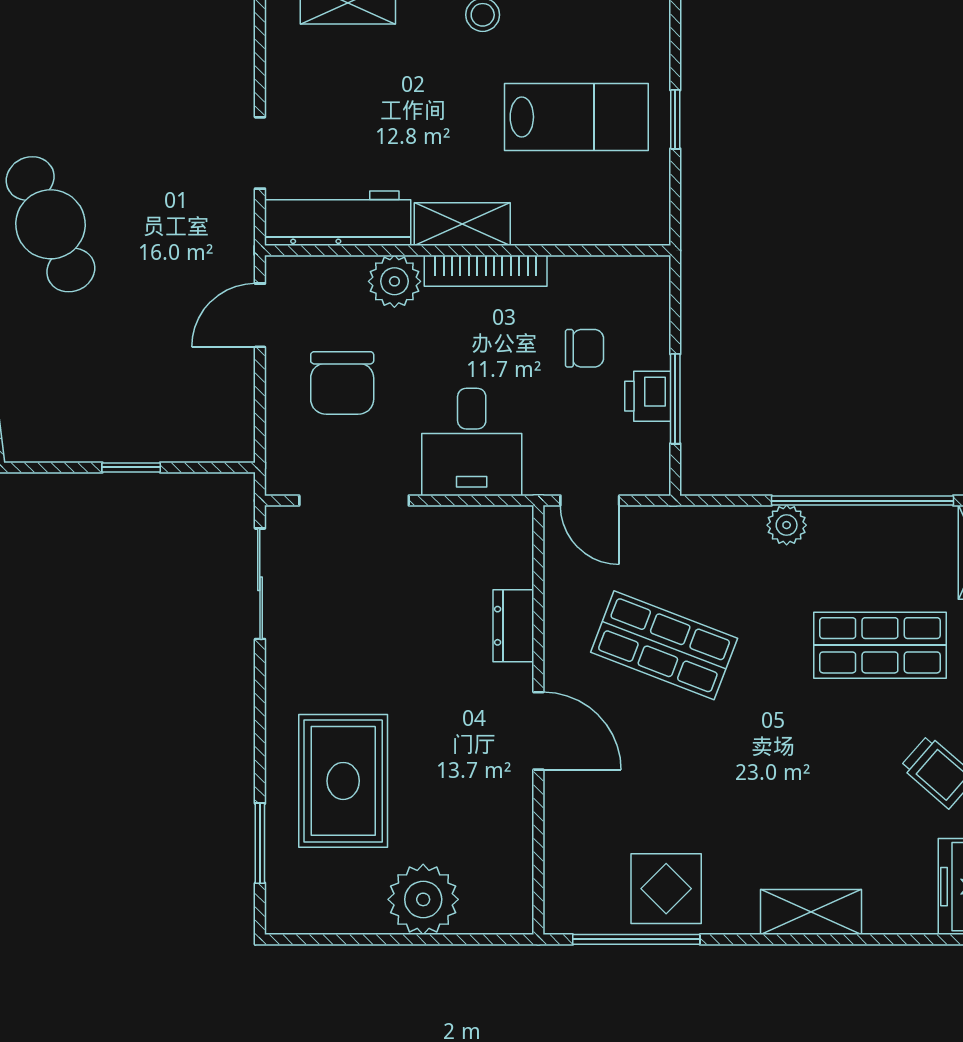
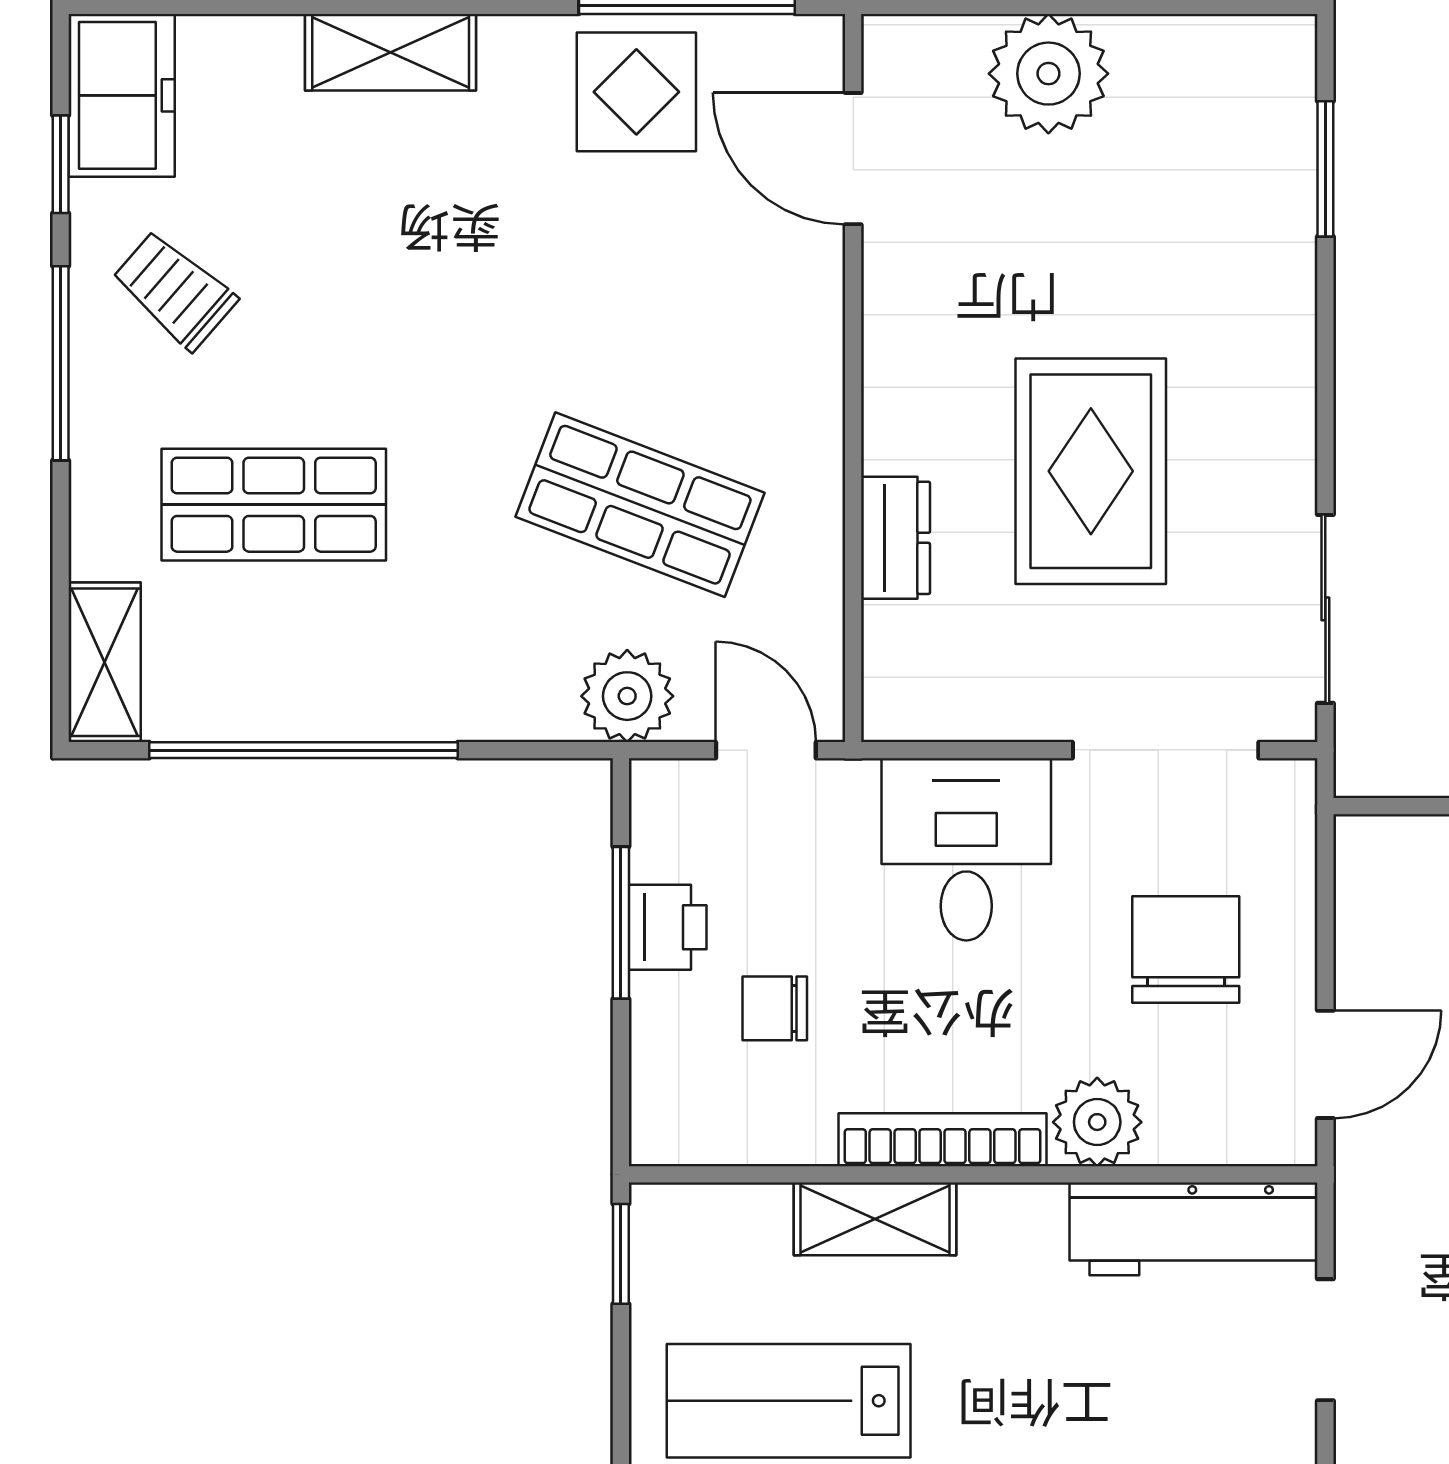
window: (675, 119) -> (621, 1254), moved
shelving: (462, 224) -> (875, 1219), moved
plant: (787, 525) -> (627, 696), moved, width x1.38, depth x1.38
door: (538, 731) -> (853, 159), moved
rug: (343, 781) -> (1091, 471), moved

